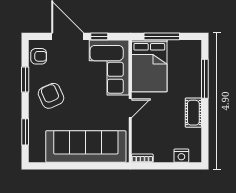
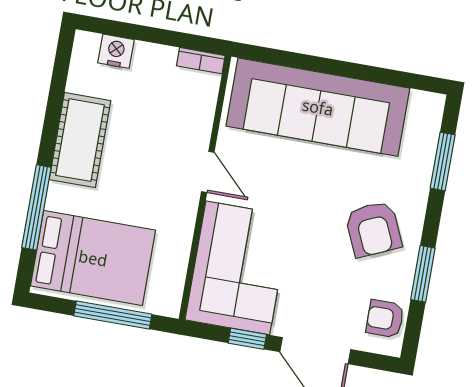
bed: (149, 66) -> (93, 258), moved, turned 90
door: (130, 108) -> (208, 172), swing flipped
cot: (193, 113) -> (80, 140), width x1.37, depth x1.34

